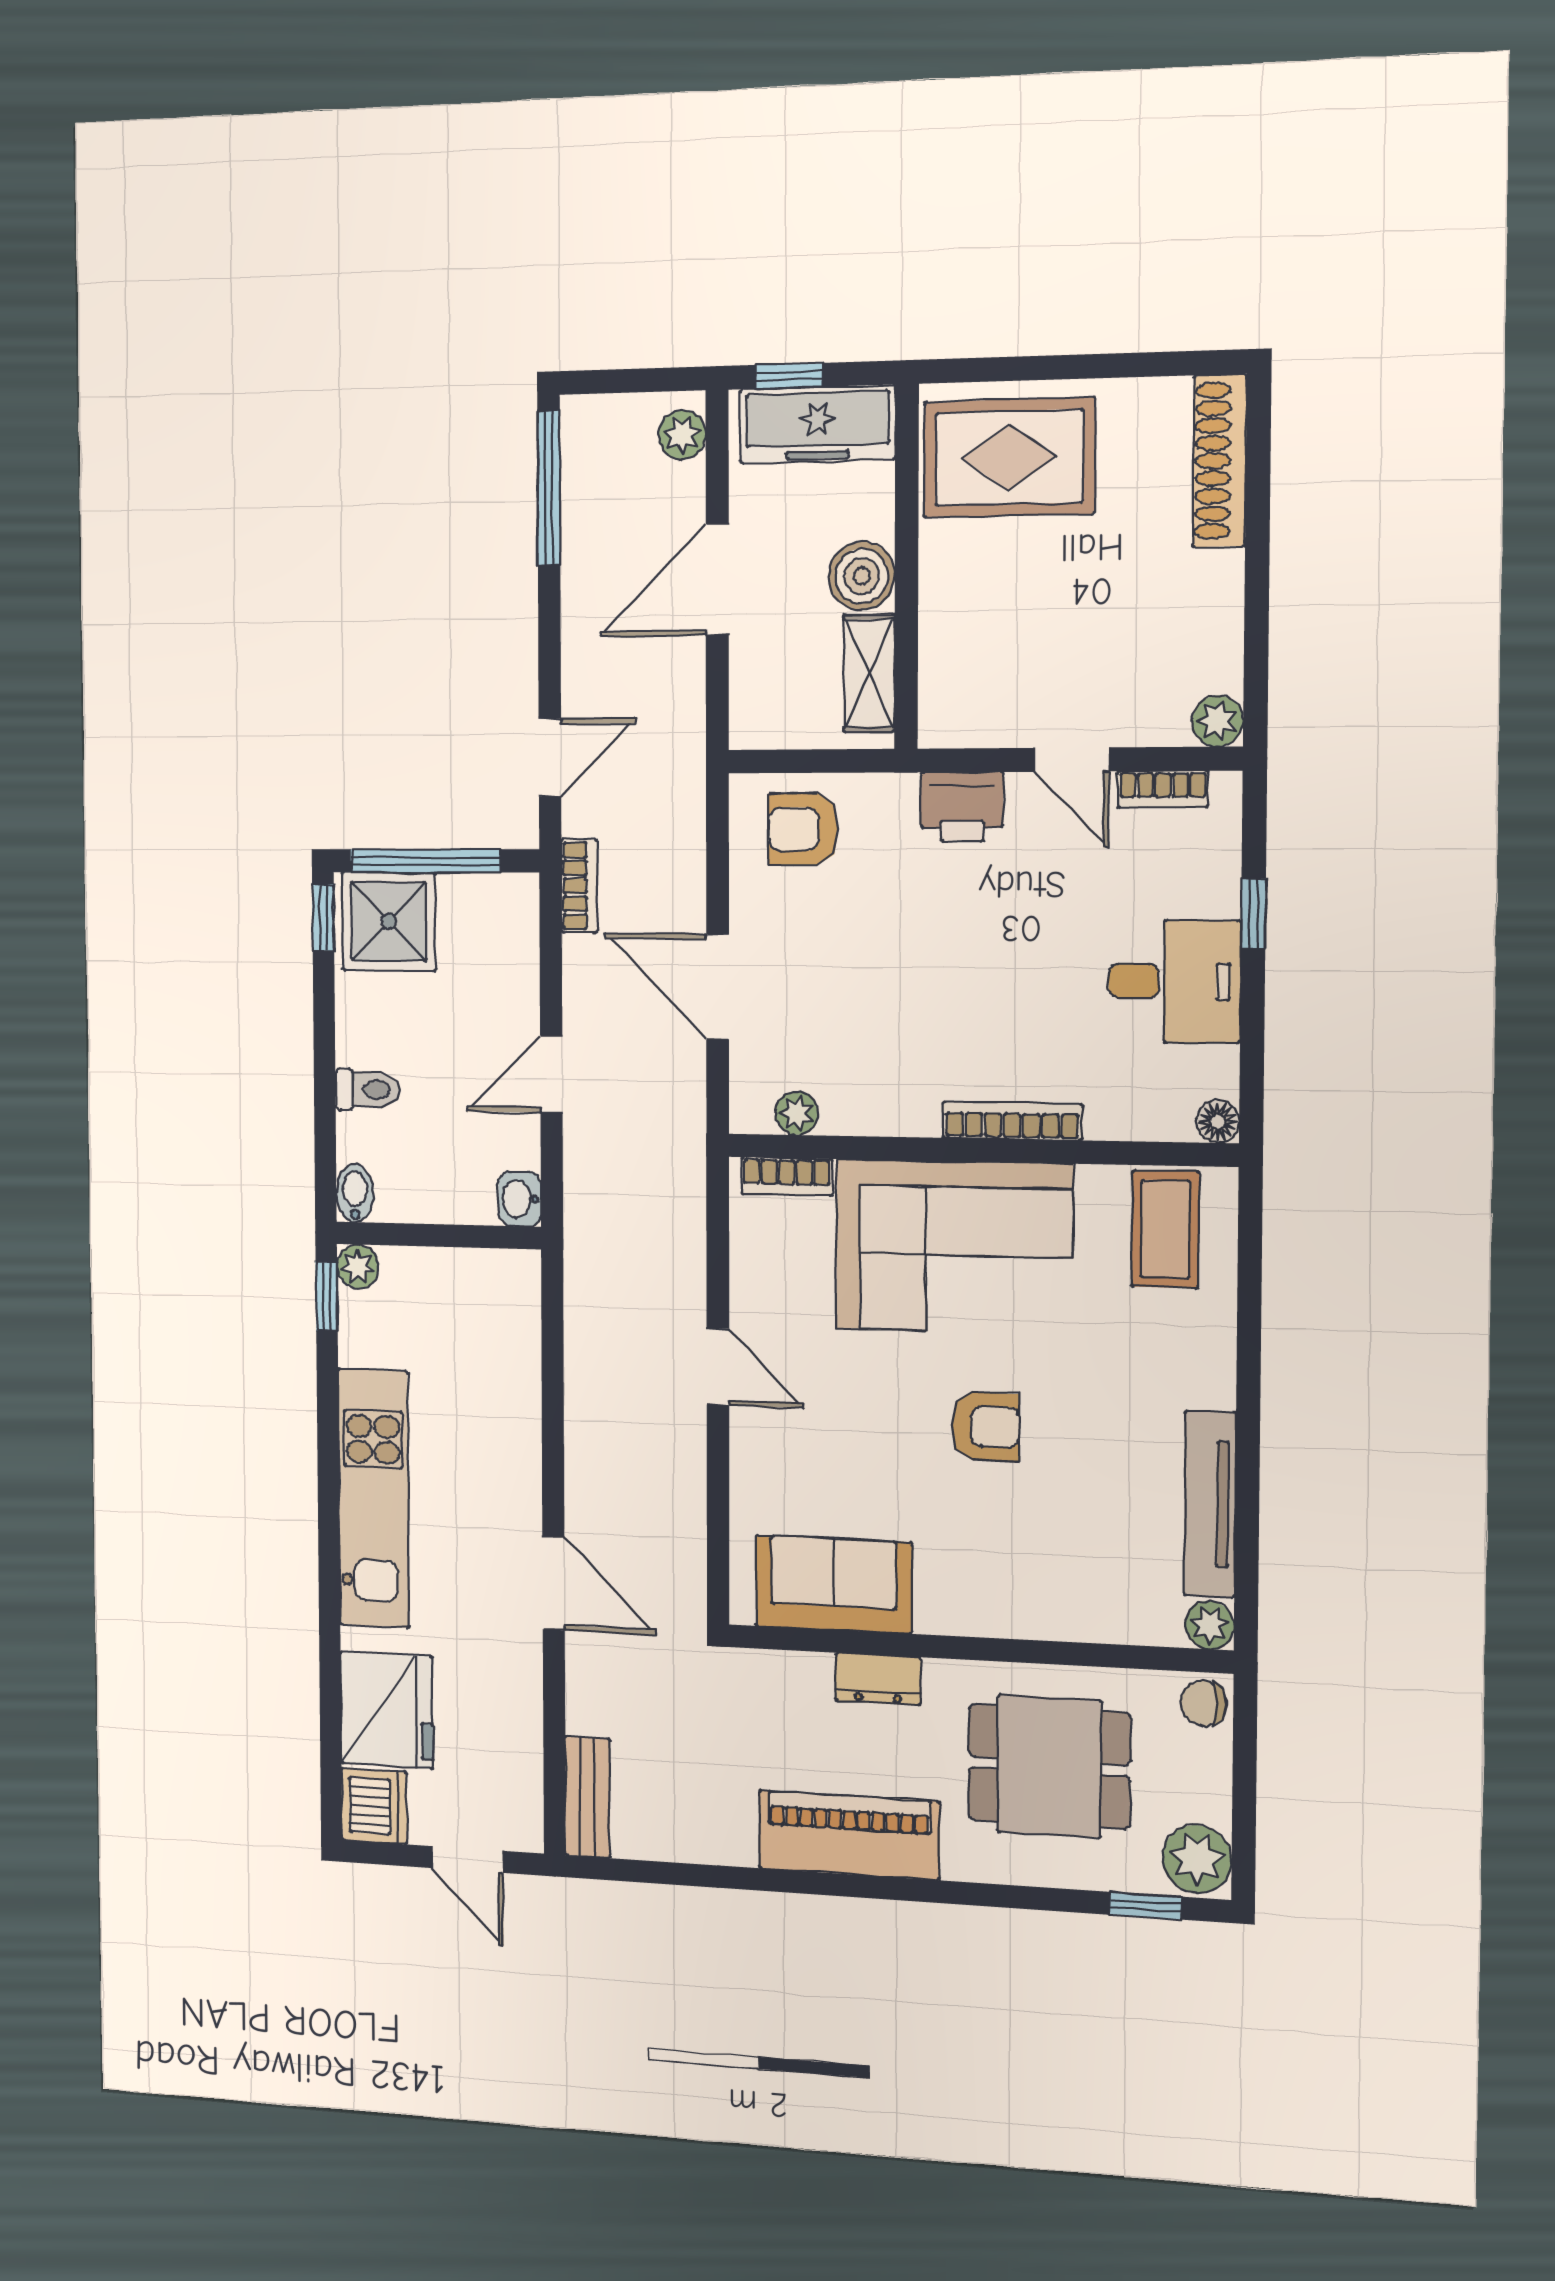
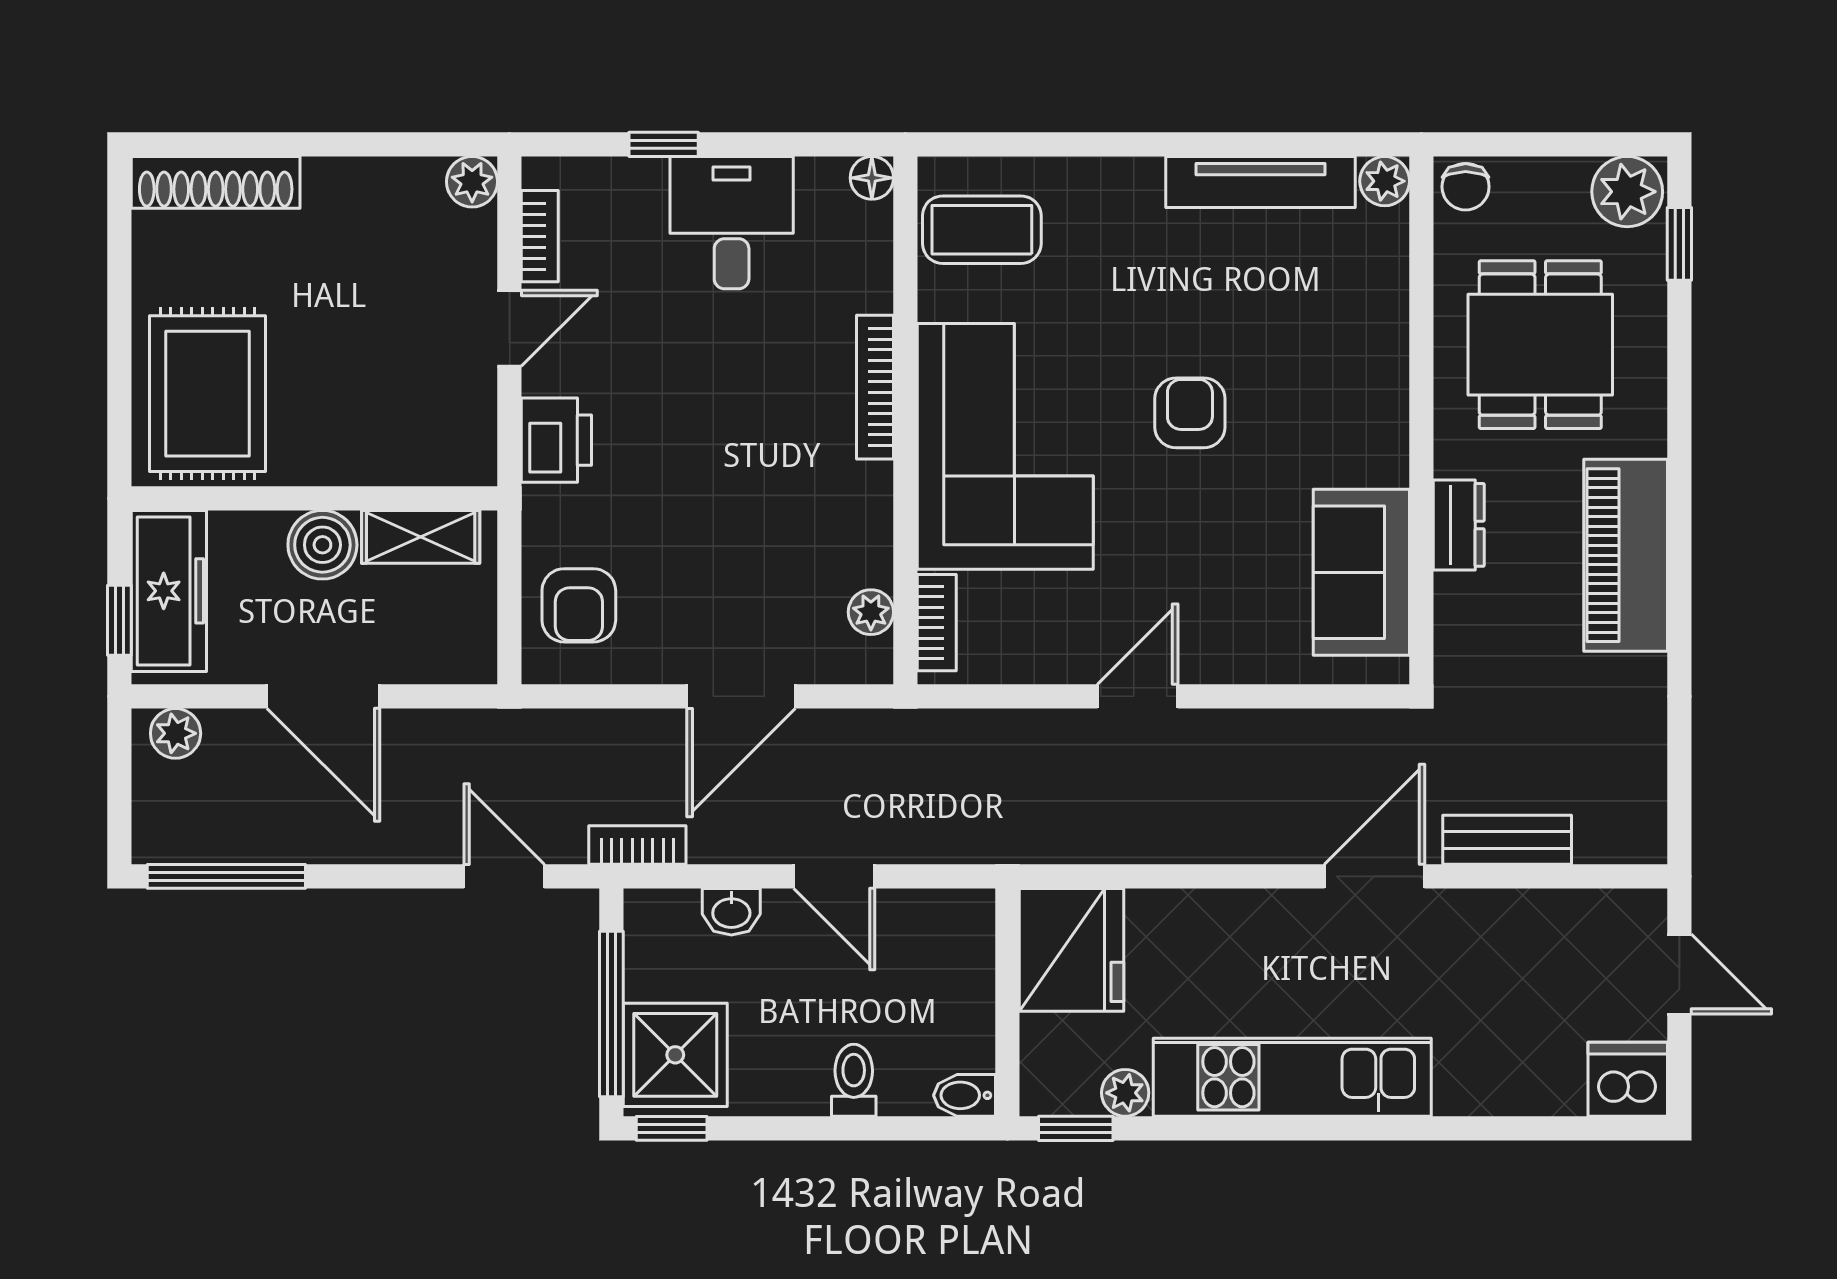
washbasin: (520, 1199) -> (731, 912), moved
plant: (358, 1266) -> (1125, 1093), moved
fridge: (387, 1710) -> (1072, 950), moved, turned 90
bench: (587, 1797) -> (1507, 840), moved
door: (467, 1859) -> (1679, 974), hinge flipped

